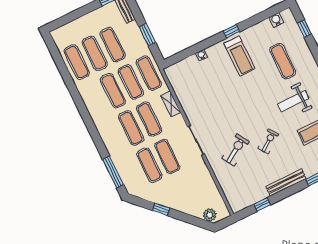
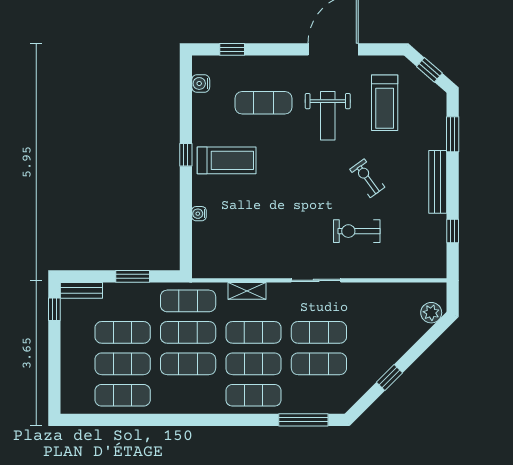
exercise mat: (113, 137) -> (253, 395), added
exercise bike: (235, 150) -> (357, 231), turned -58

